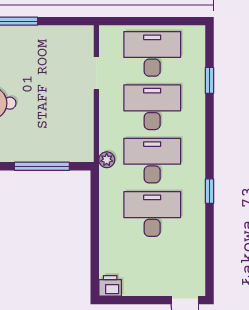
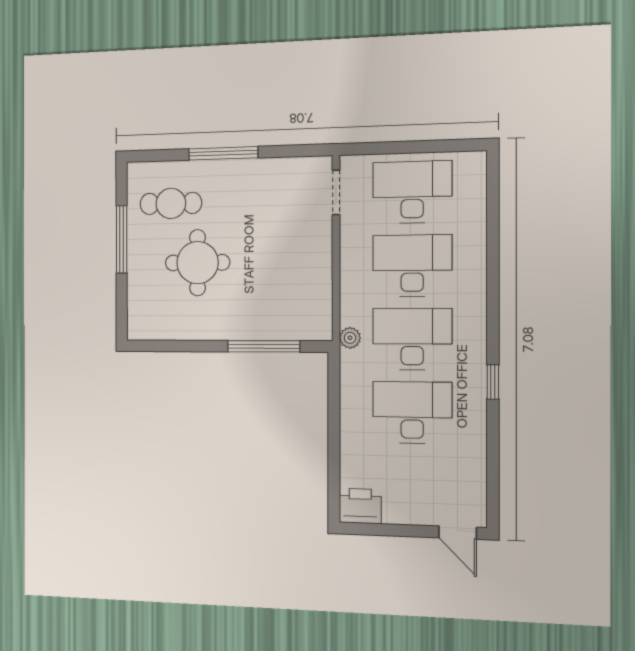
doorway: (96, 73) -> (336, 192), moved
window: (210, 80) -> (493, 227), removed
printer: (110, 286) -> (360, 506), width x1.36, depth x1.24

